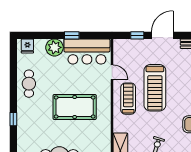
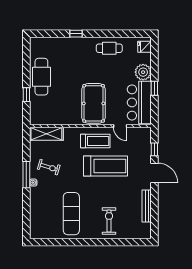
door: (112, 72) -> (120, 126), hinge flipped
treadmill: (155, 88) -> (105, 166), turned 180
pool table: (75, 107) -> (94, 103), moved

